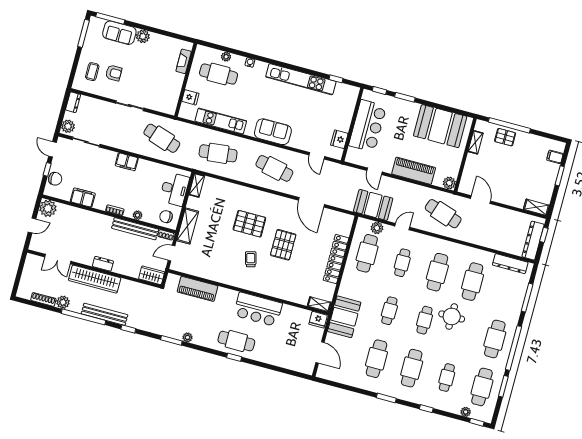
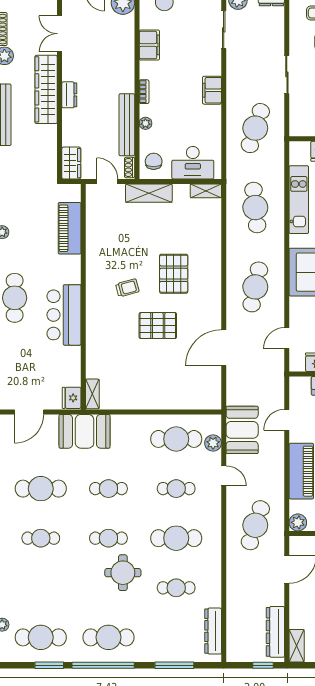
dresser: (533, 241) -> (275, 632), moved, turned -90
locker: (336, 259) -> (158, 400), removed
cafe table: (473, 282) -> (176, 588), width x0.73, depth x0.74
cafe table: (412, 368) -> (41, 538), width x0.73, depth x0.74
cafe table: (447, 378) -> (41, 588), removed

